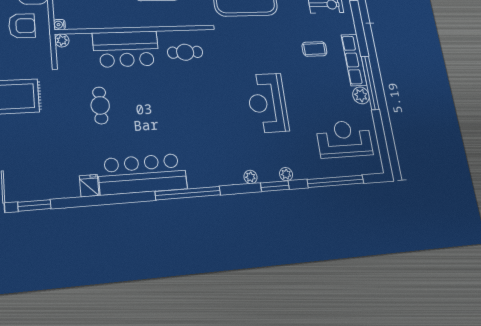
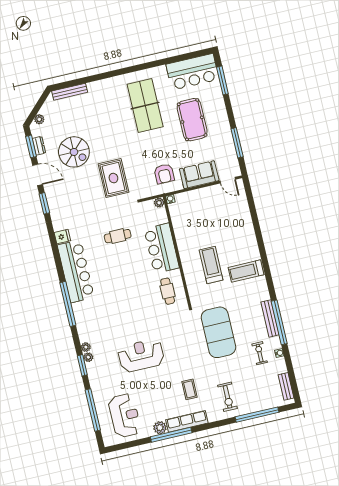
plant: (286, 174) -> (88, 357), moved

